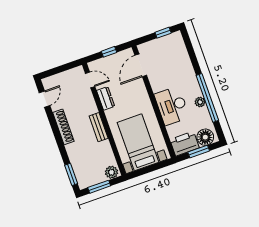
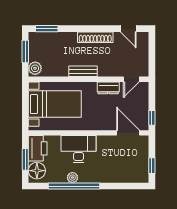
window: (109, 52) -> (152, 118), moved

